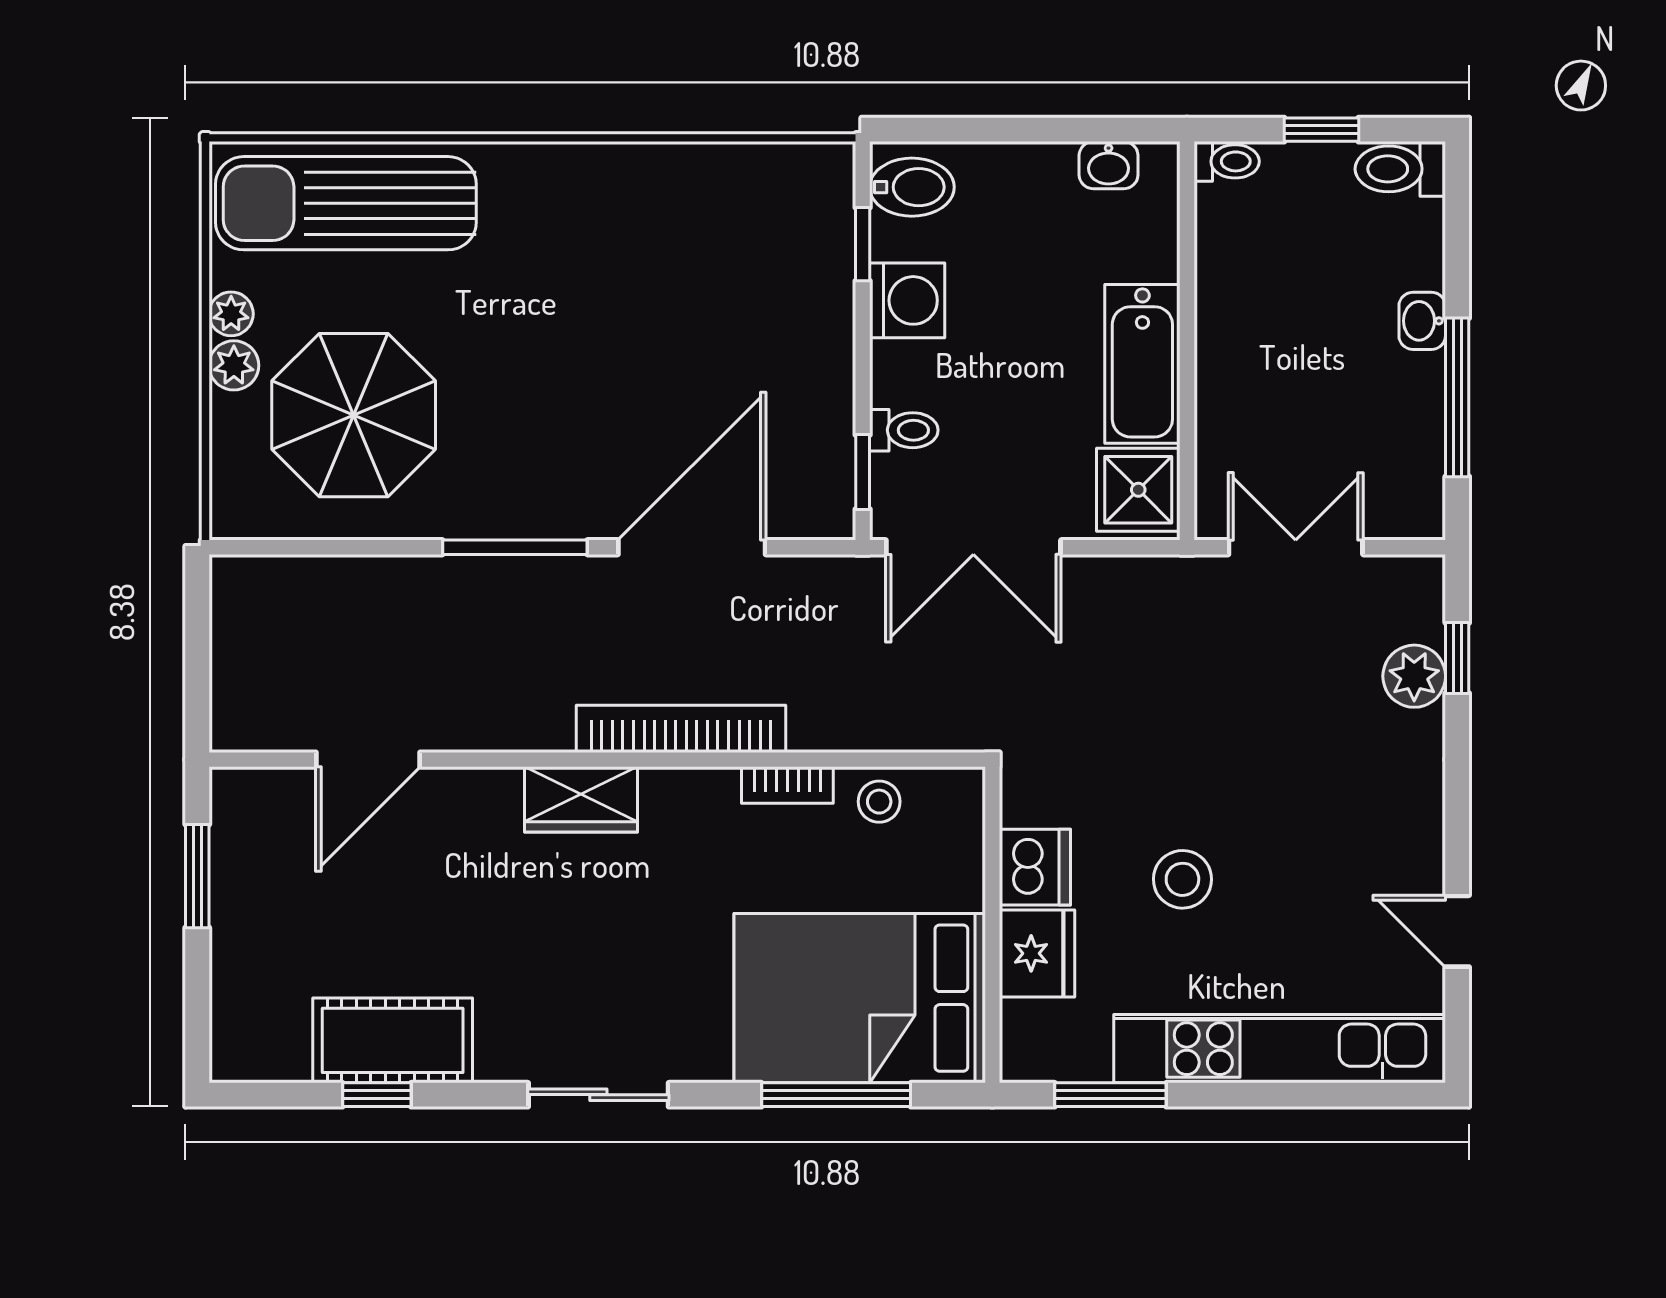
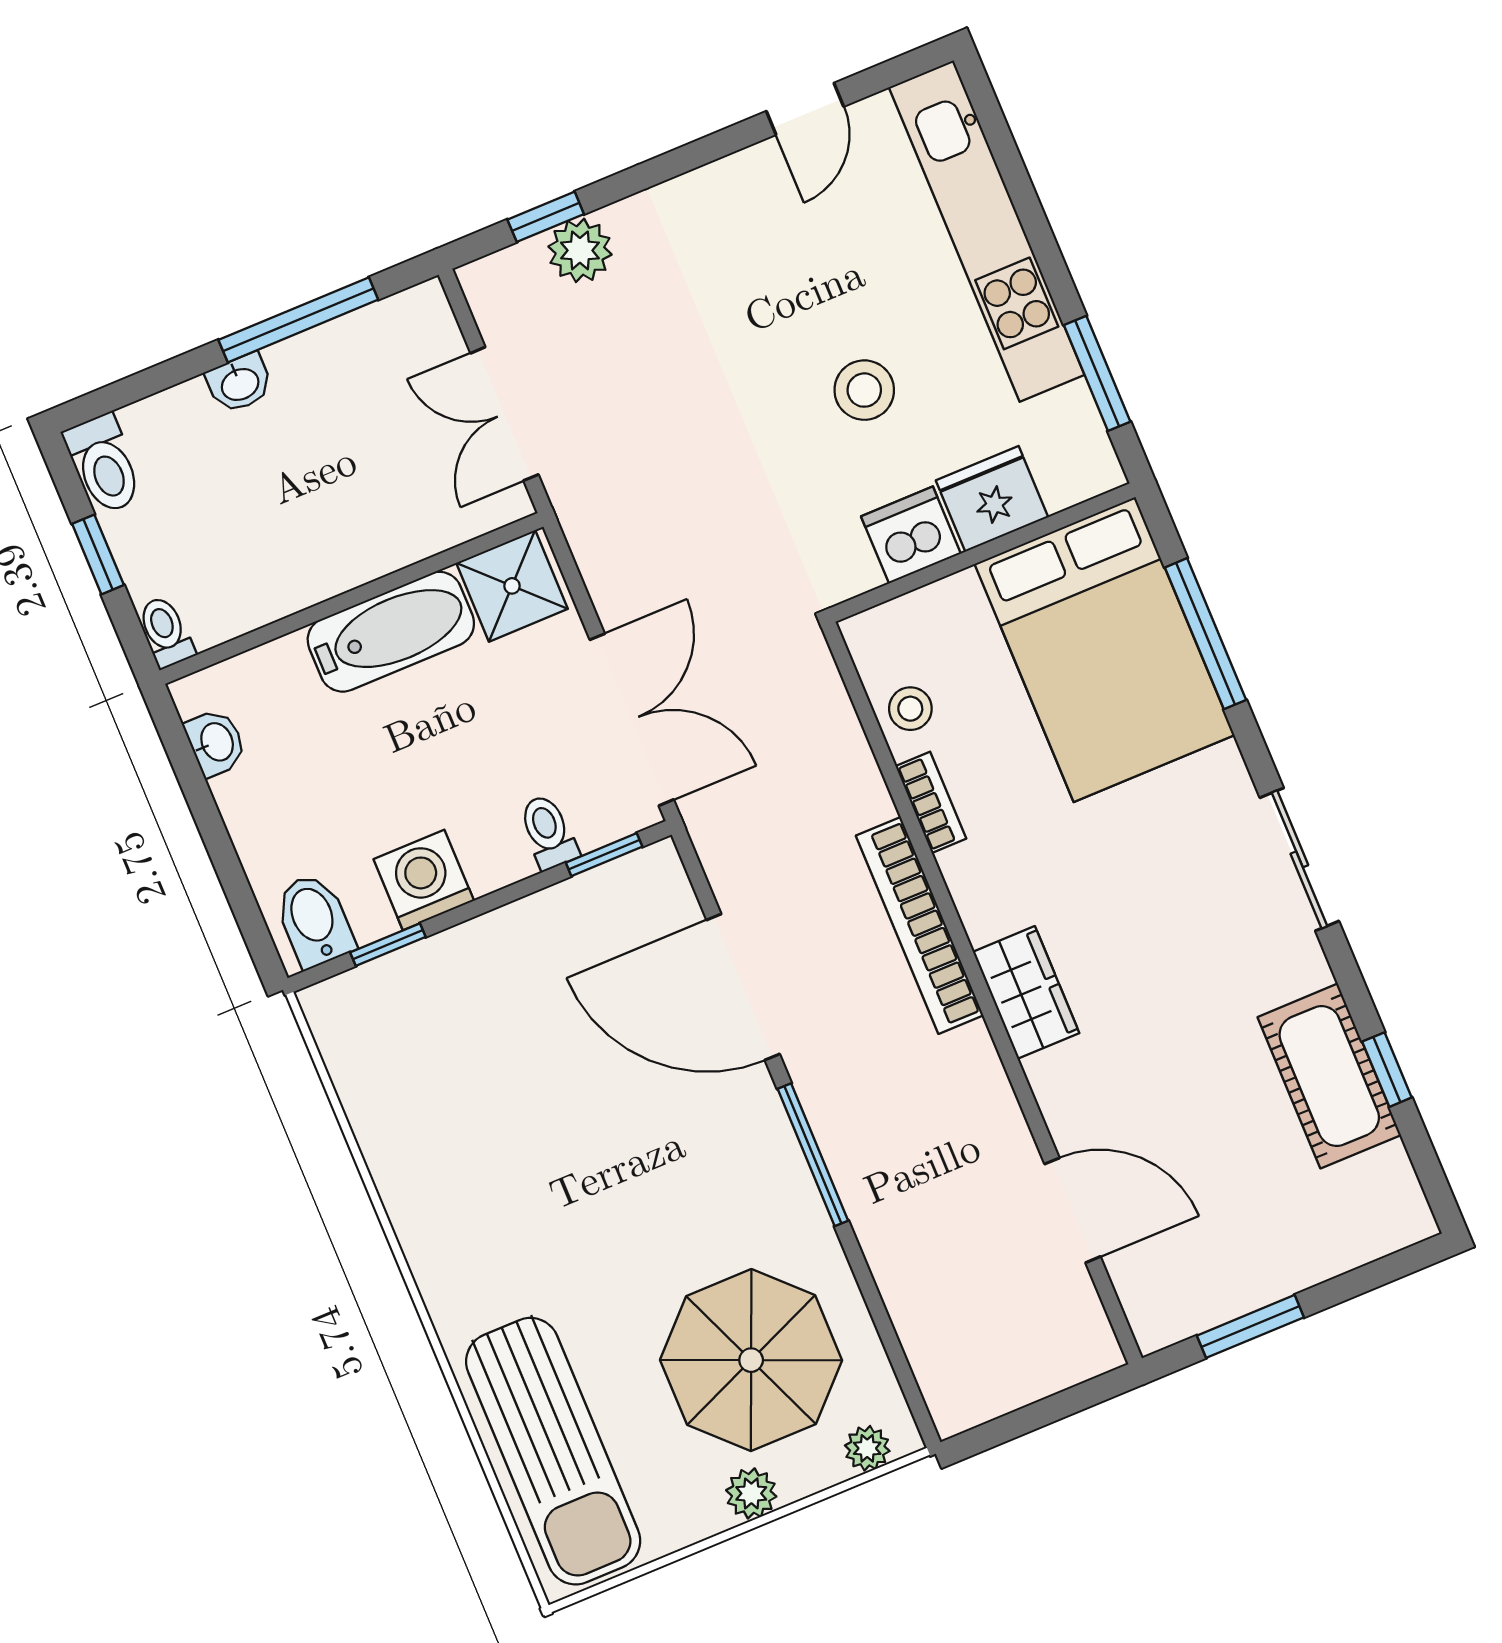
plant: (231, 314) -> (867, 1448), moved

